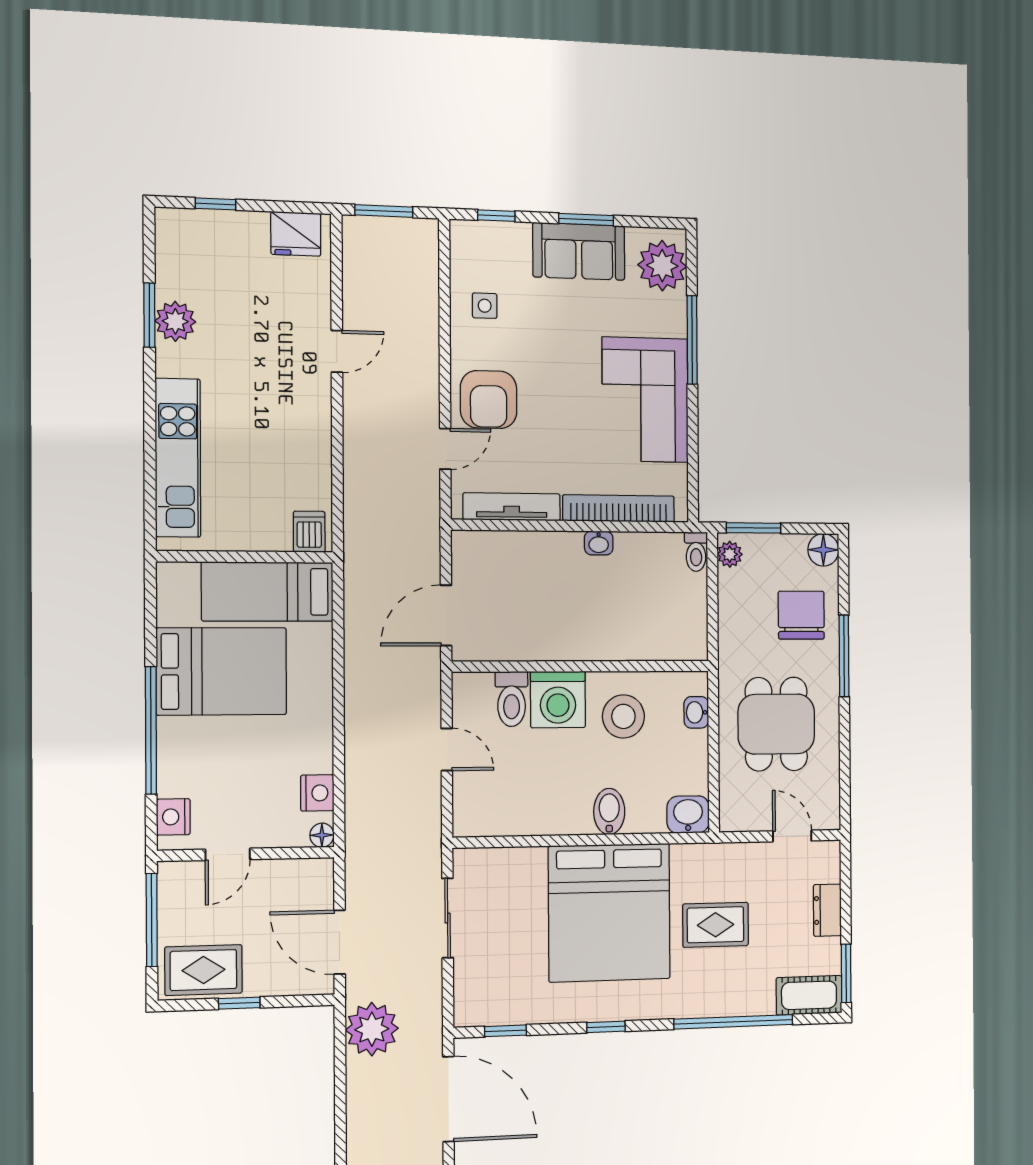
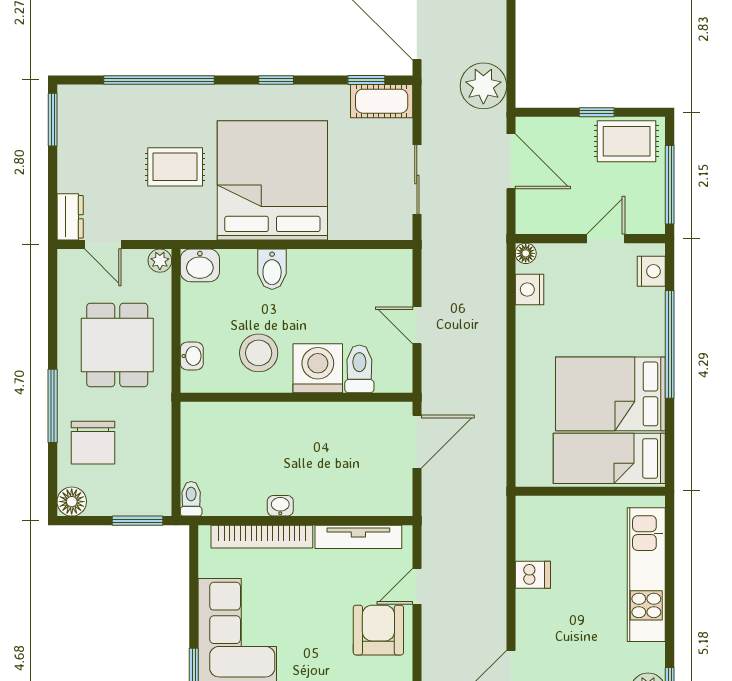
dishwasher: (309, 532) -> (533, 575), moved, turned -90
plant: (730, 554) -> (160, 261), moved
bed: (267, 592) -> (609, 458), moved, turned 180
dresser: (827, 910) -> (70, 217), moved
cot: (809, 995) -> (382, 101), moved

